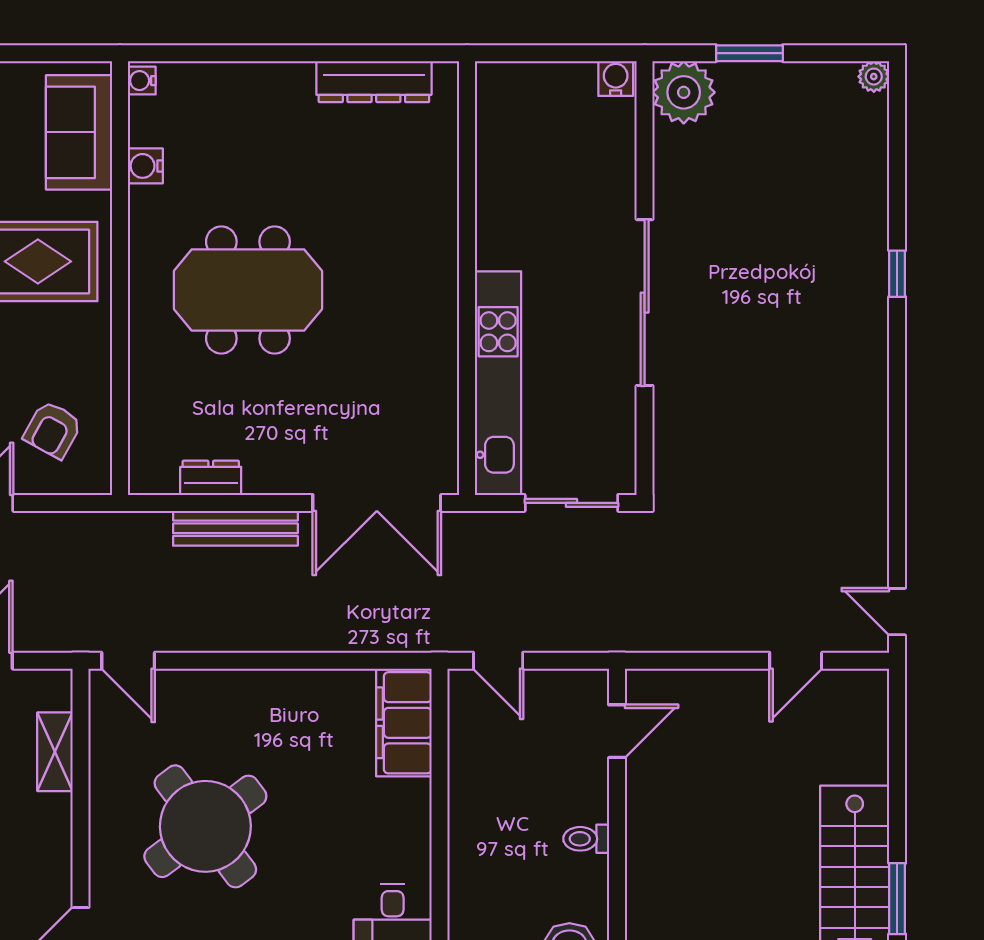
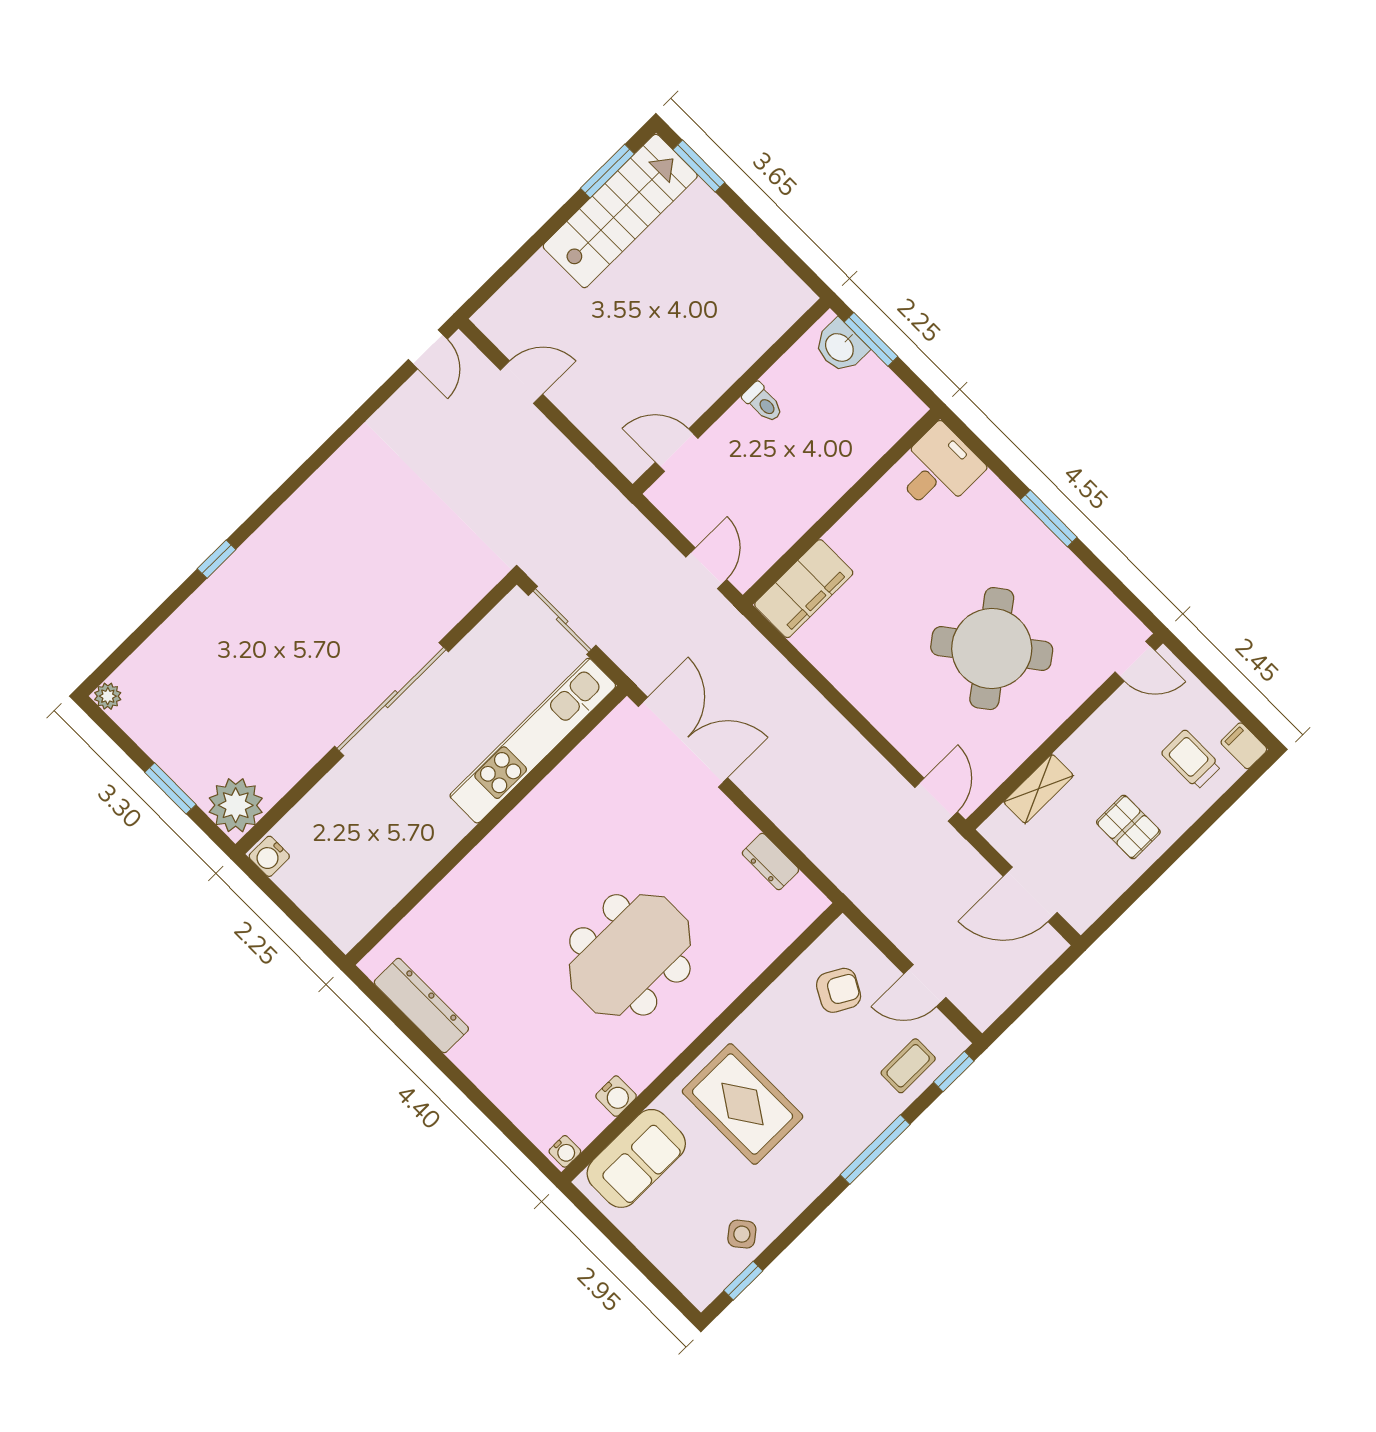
meeting table: (248, 290) -> (630, 955), turned 90
bench: (235, 528) -> (787, 815), removed

